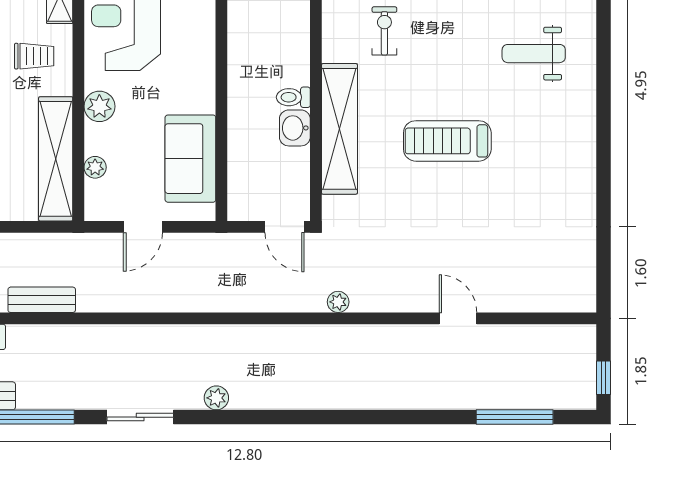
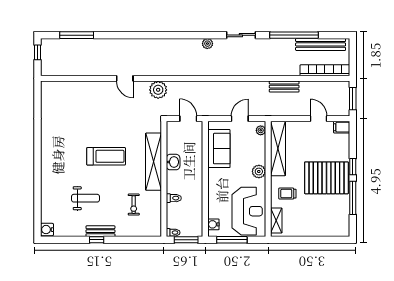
weight bench: (534, 54) -> (85, 198), moved
toilet: (293, 97) -> (174, 198), moved
plant: (95, 167) -> (261, 130), moved
door: (285, 227) -> (188, 119), moved
plant: (338, 302) -> (158, 90), width x1.88, depth x1.88
door: (458, 318) -> (125, 78), moved

